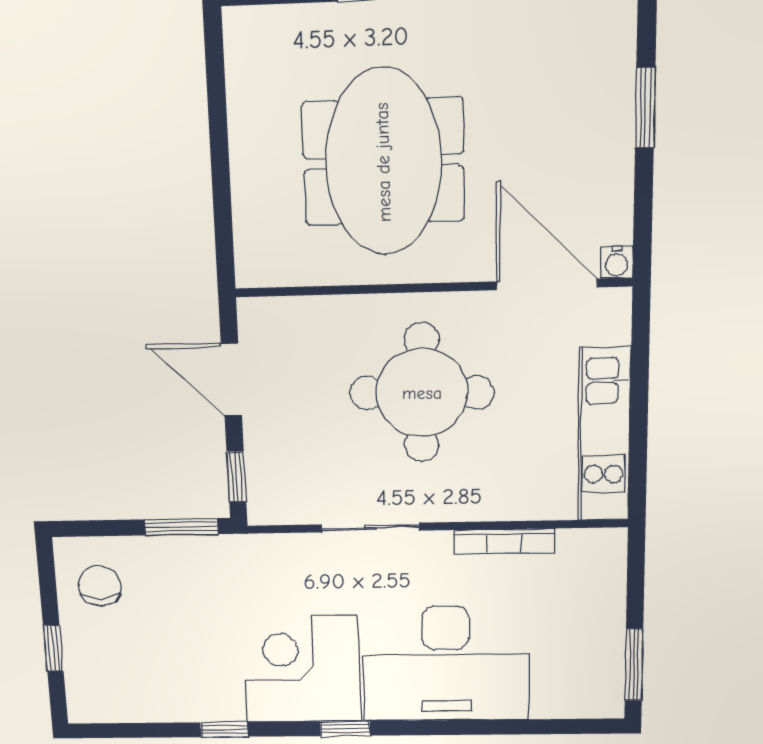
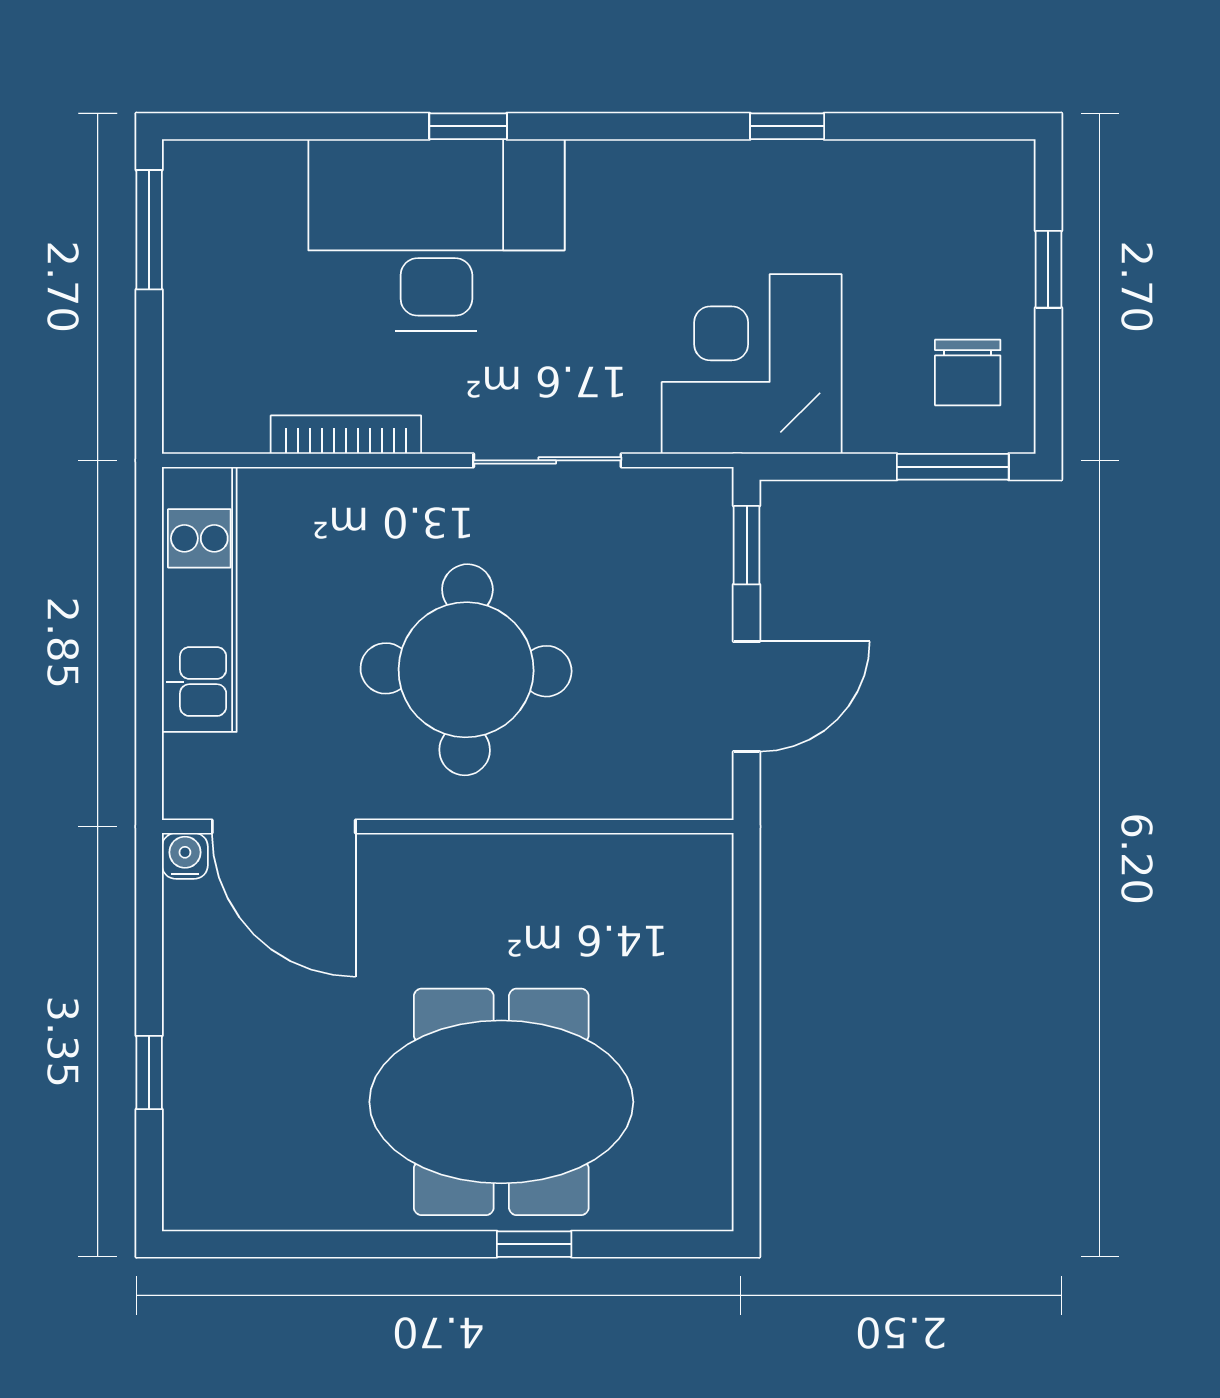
window: (645, 108) -> (149, 1073), width x0.67
meeting table: (383, 162) -> (501, 1102), moved, turned 90
door: (231, 379) -> (747, 696), hinge flipped
window: (181, 527) -> (953, 467), moved
corner desk: (302, 669) -> (752, 364), moved, turned 180
window: (345, 728) -> (468, 126), moved

